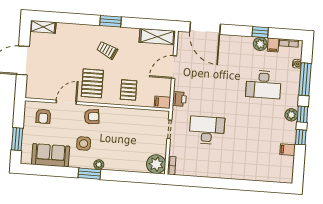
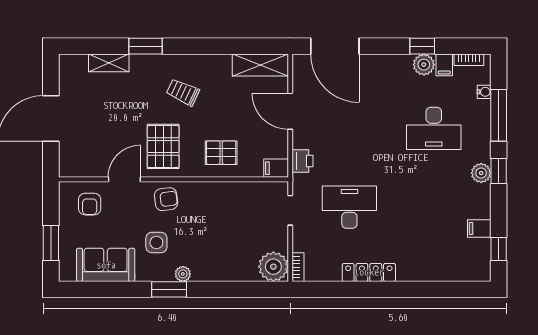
window: (111, 21) -> (146, 46), moved
shelving: (43, 27) -> (109, 63), moved
door: (174, 67) -> (290, 111), hinge flipped
pallet: (129, 90) -> (221, 153), turned 90
window: (301, 137) -> (499, 249), moved
locker: (216, 172) -> (369, 272), added

